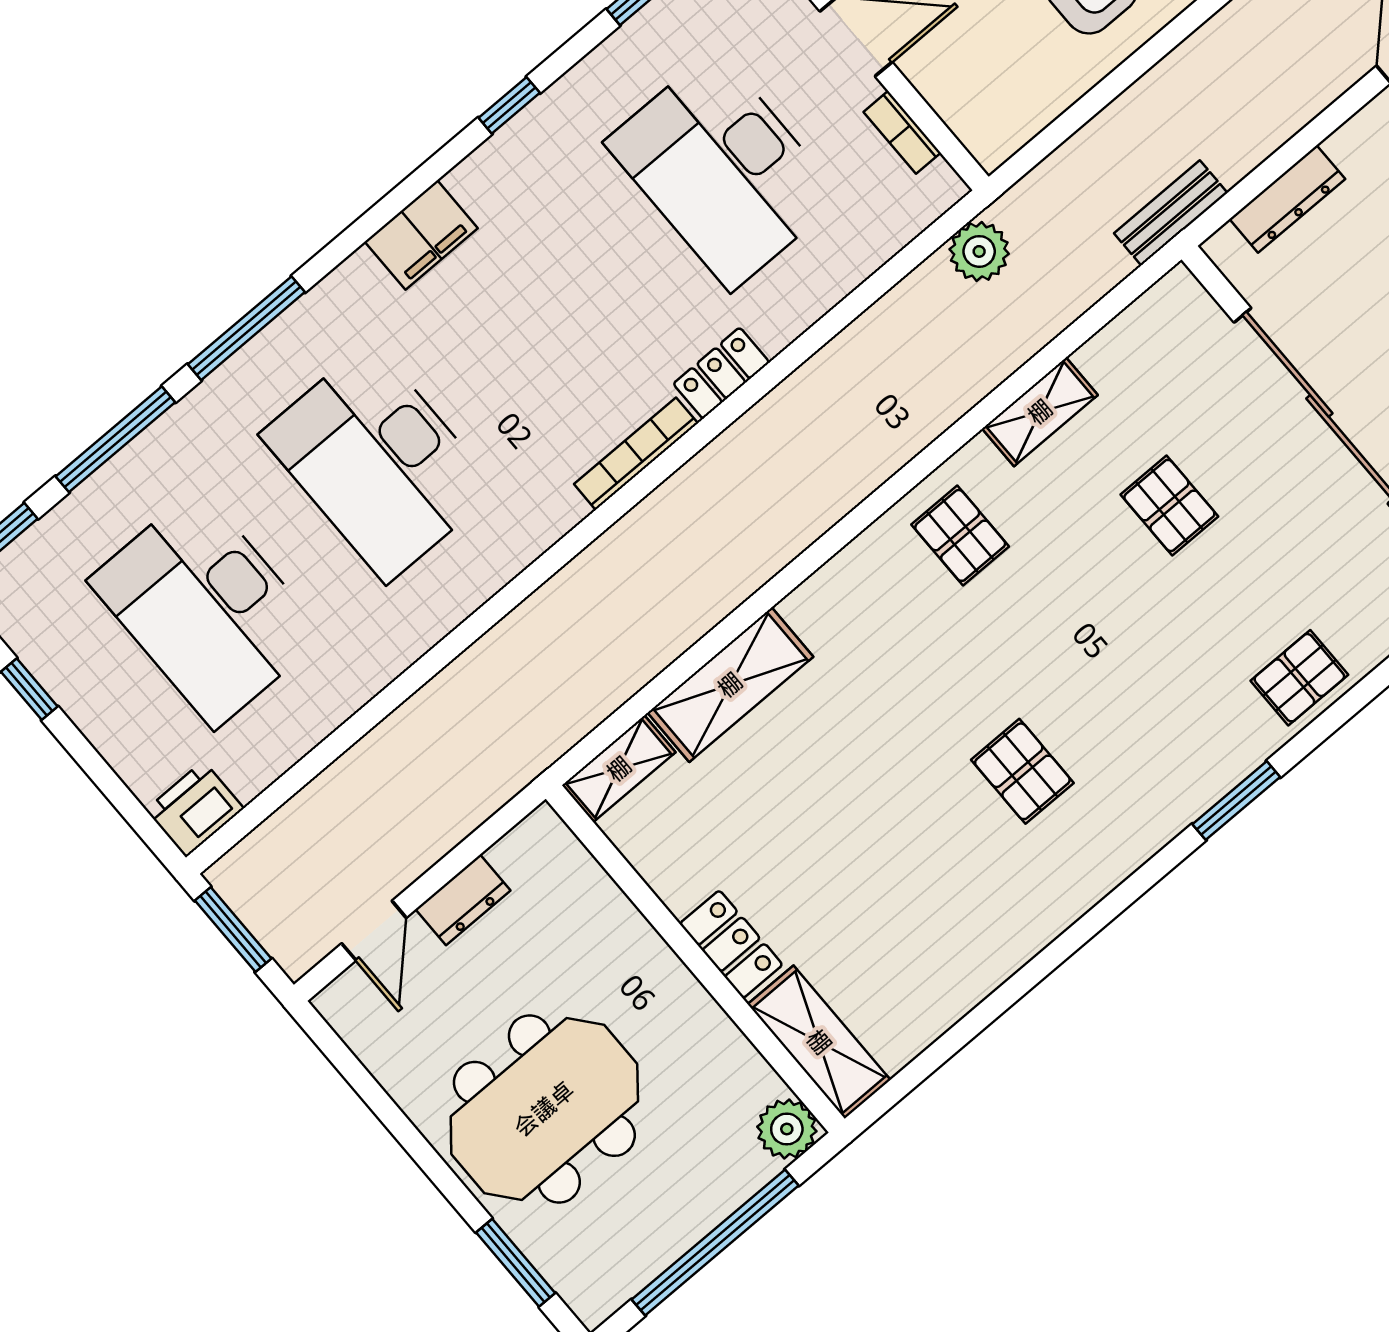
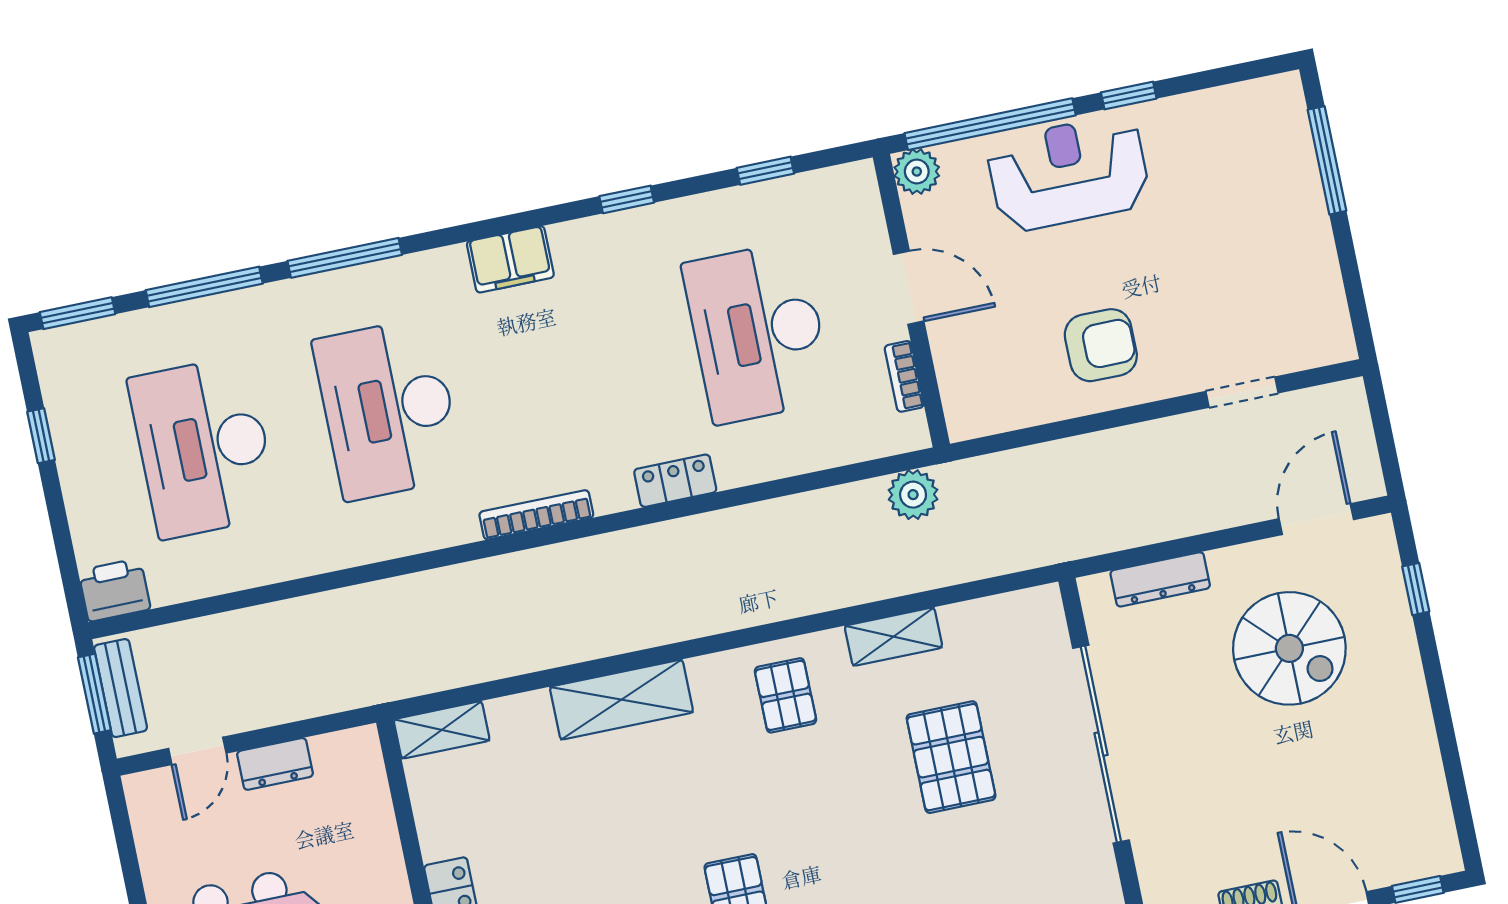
bench: (1171, 213) -> (121, 688), moved, turned 90
bookcase: (636, 454) -> (536, 515), moved
pallet: (1169, 505) -> (951, 757), width x1.50, depth x1.42
shelving: (730, 685) -> (621, 700), moved

